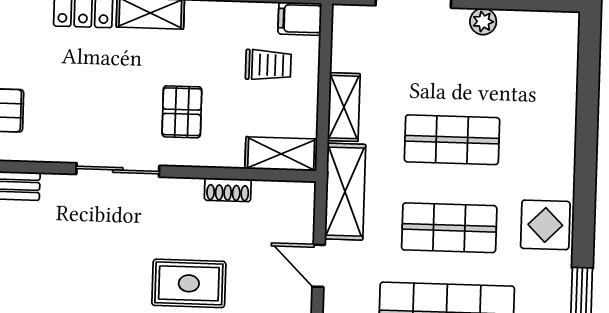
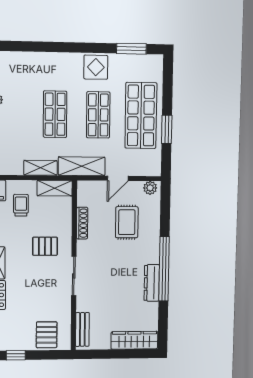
shelving: (281, 154) -> (55, 188), moved, turned 90
shoe rack: (228, 190) -> (82, 223), width x1.43
rug: (189, 283) -> (127, 222), moved

